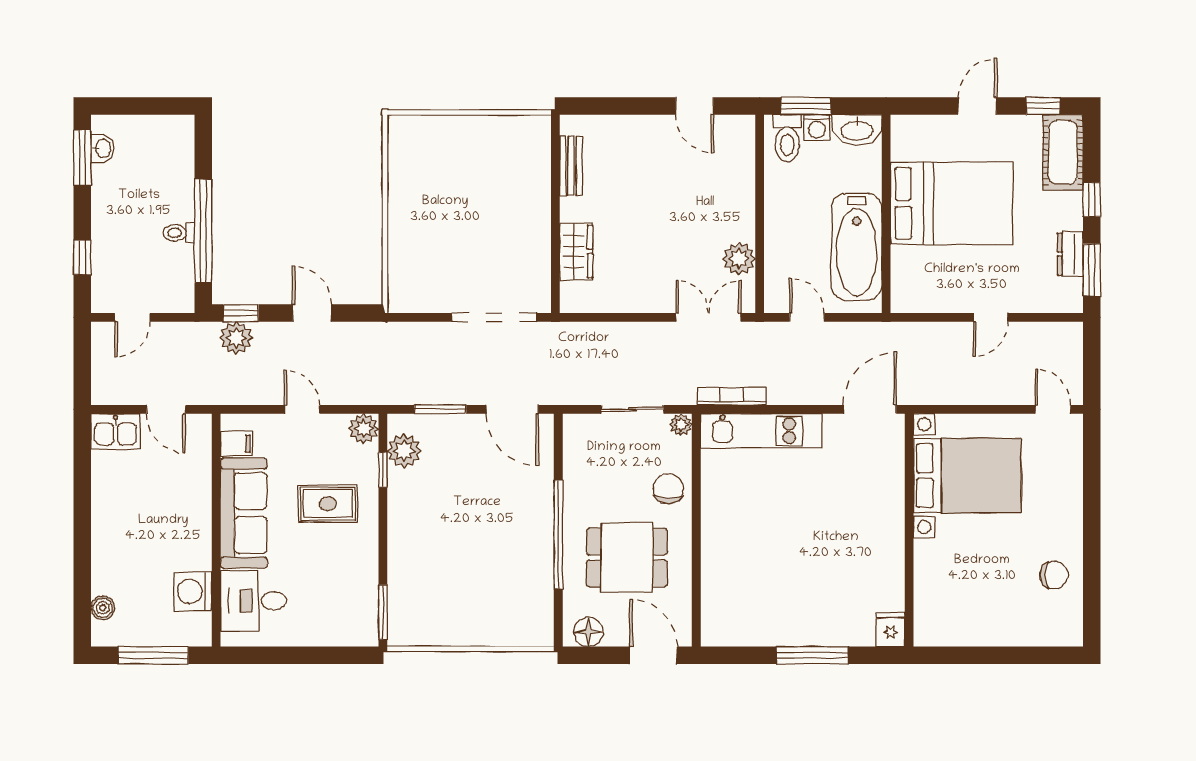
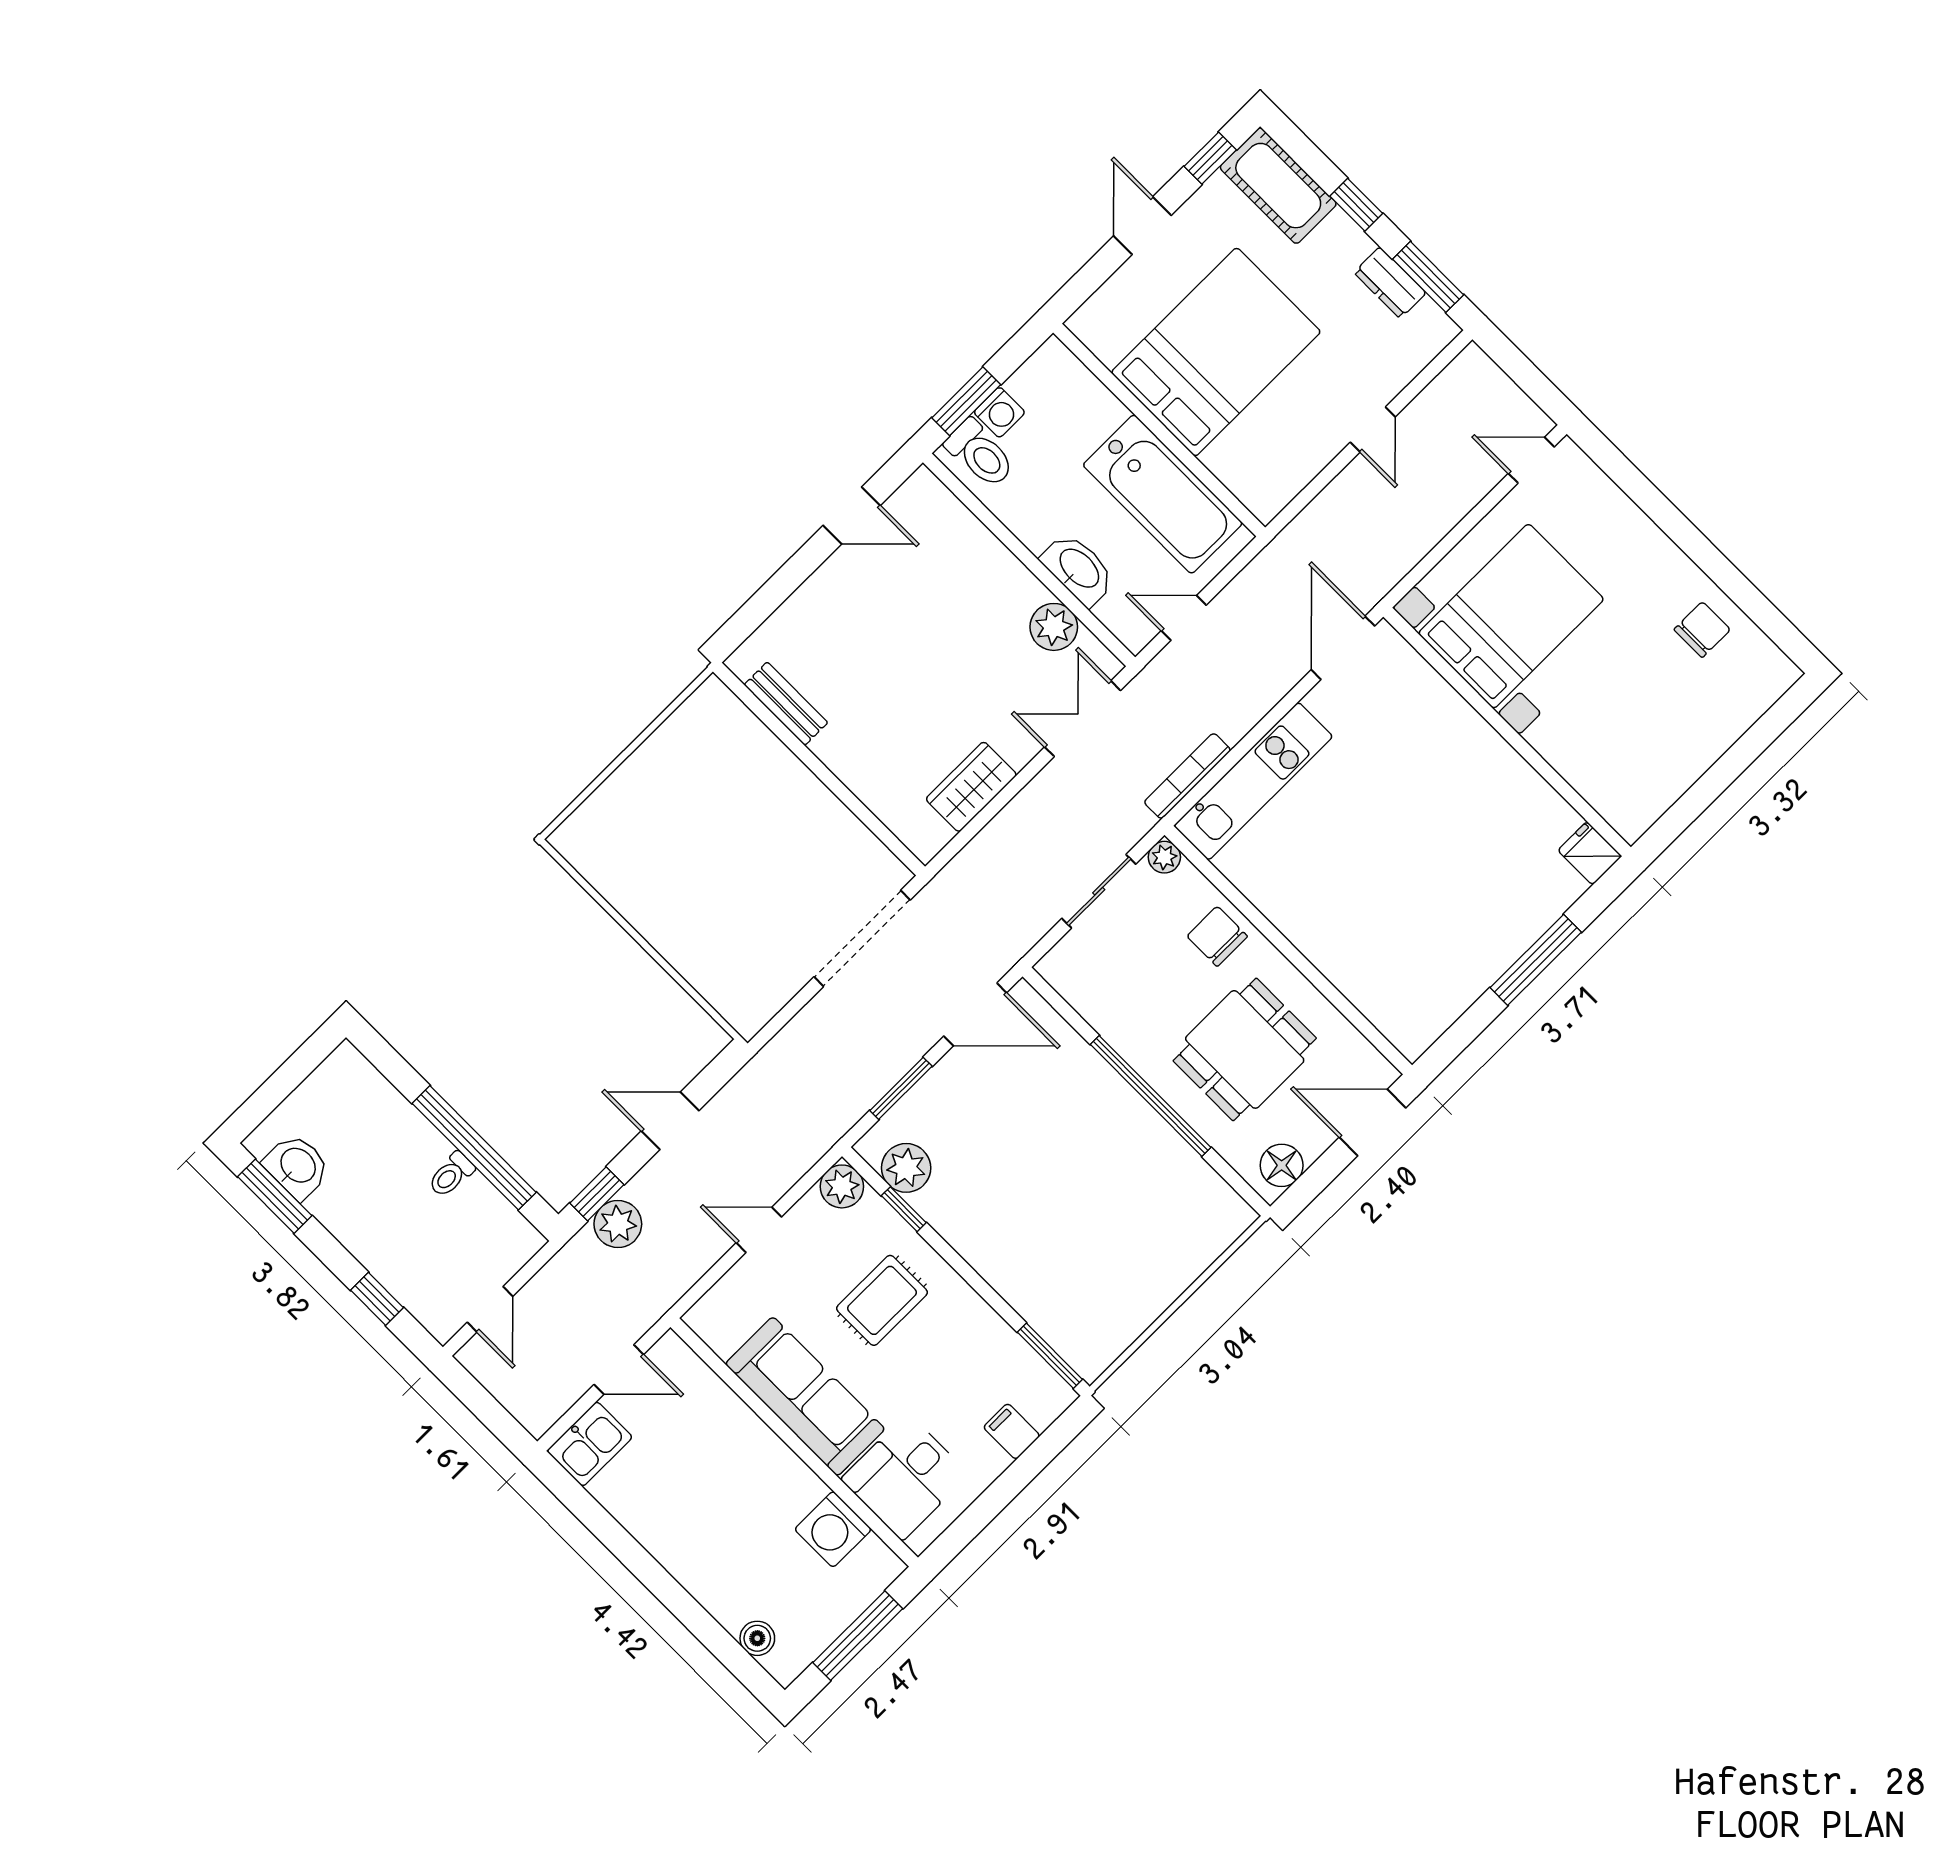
washbasin: (857, 130) -> (1078, 569), moved, turned -90
washbasin: (103, 148) -> (297, 1166), width x1.38, depth x1.45
wardrobe: (576, 252) -> (971, 787), moved, turned -90
filing cabinet: (236, 444) -> (1012, 1431), moved, turned -90

